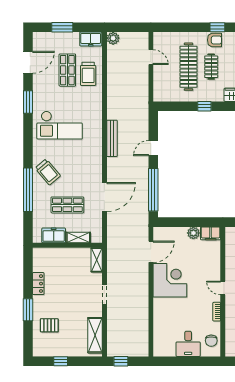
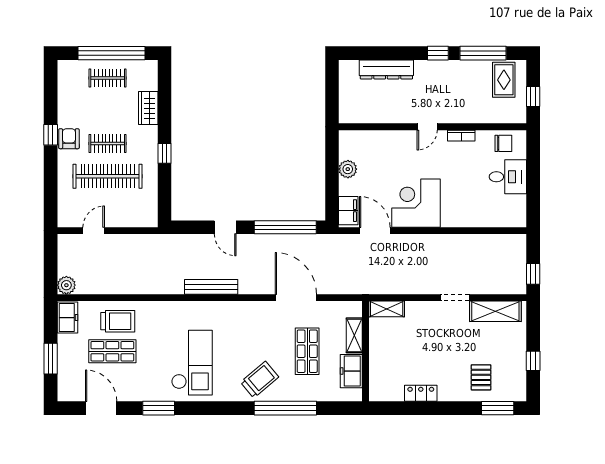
filing cabinet: (211, 233) -> (348, 211), moved
doorway: (104, 294) -> (455, 298), moved
window: (28, 310) -> (498, 408), moved

